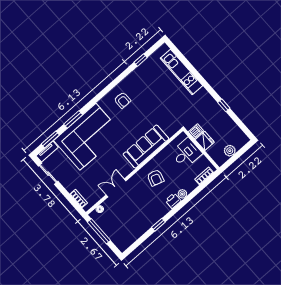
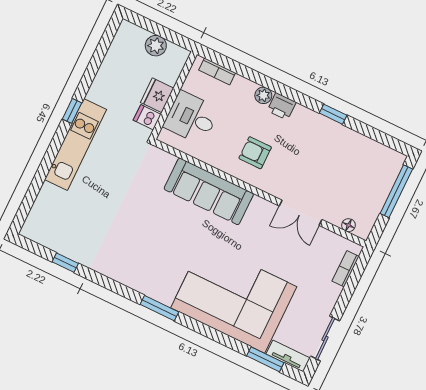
kitchen unit: (181, 72) -> (75, 145), moved
armchair: (122, 100) -> (147, 265), removed
window: (224, 105) -> (72, 111), moved
window: (73, 119) -> (159, 308), moved
armchair: (156, 178) -> (255, 153), turned -107
window: (99, 231) -> (396, 191), moved

